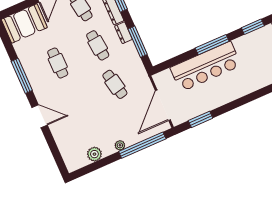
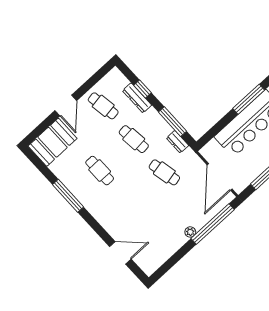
dresser: (123, 33) -> (178, 142), moved
door: (40, 116) -> (120, 253), moved
plant: (94, 154) -> (168, 249), removed

